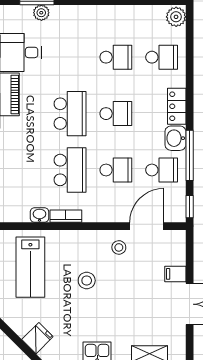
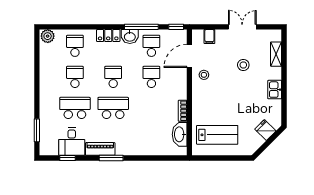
plant: (41, 13) -> (45, 127), removed
school desk: (70, 170) -> (75, 108), moved
washbasin: (39, 215) -> (180, 134), width x1.91, depth x1.45
door: (147, 226) -> (189, 56), hinge flipped
filing cabinet: (175, 274) -> (209, 36), moved
stool: (87, 281) -> (243, 65), moved

